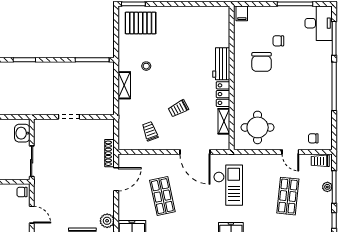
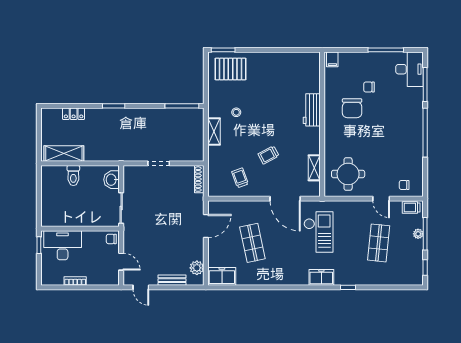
locker: (223, 94) -> (313, 140), removed
shoe rack: (109, 153) -> (199, 179), moved

